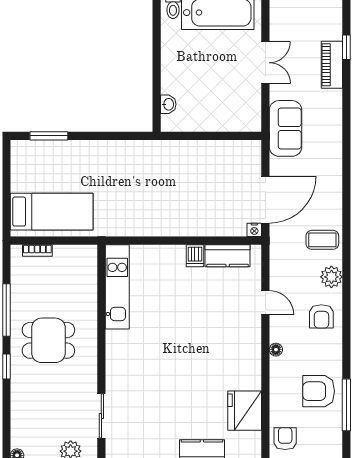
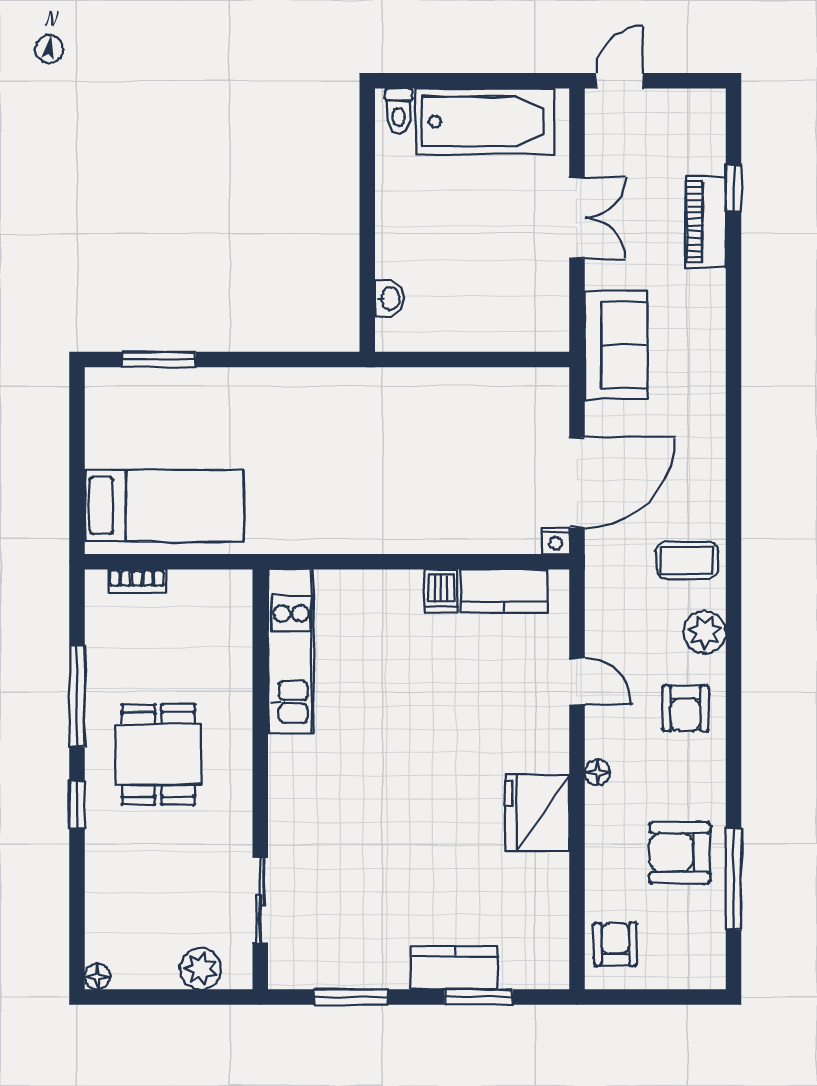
dining table: (48, 340) -> (158, 754), turned 90
fridge: (245, 411) -> (537, 813), moved

